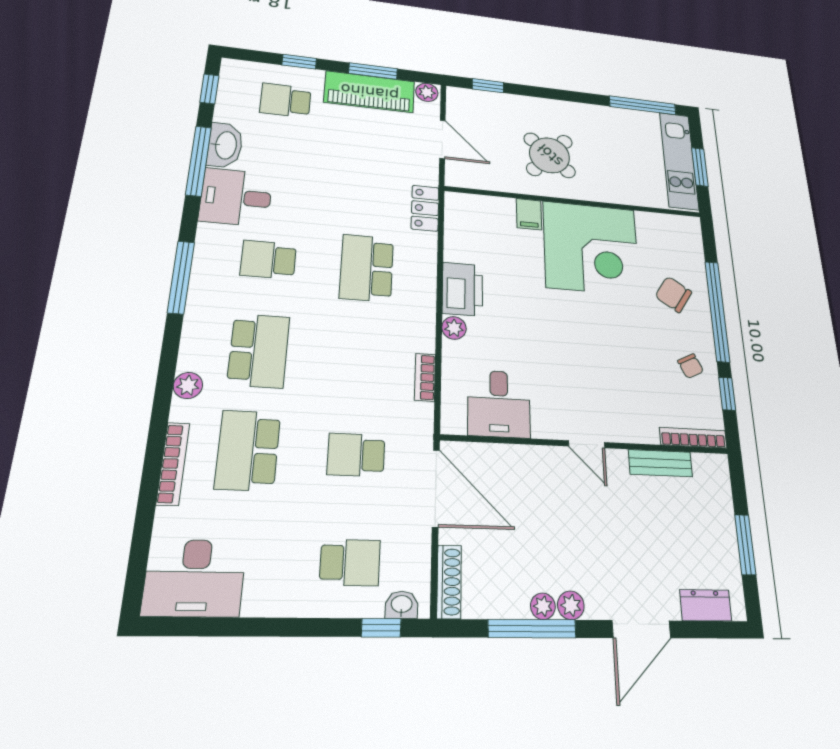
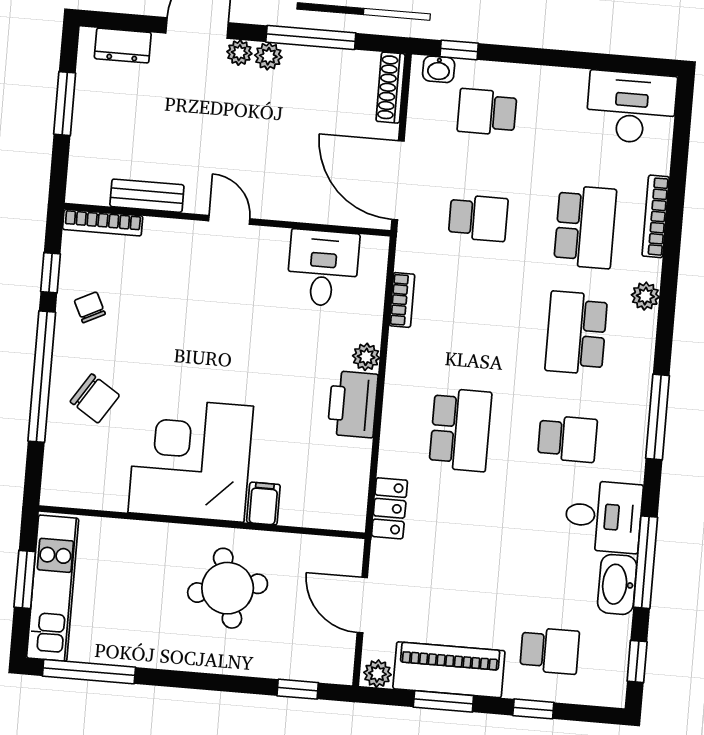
round table: (550, 155) -> (228, 588), turned 35
plant: (543, 606) -> (239, 53), moved

